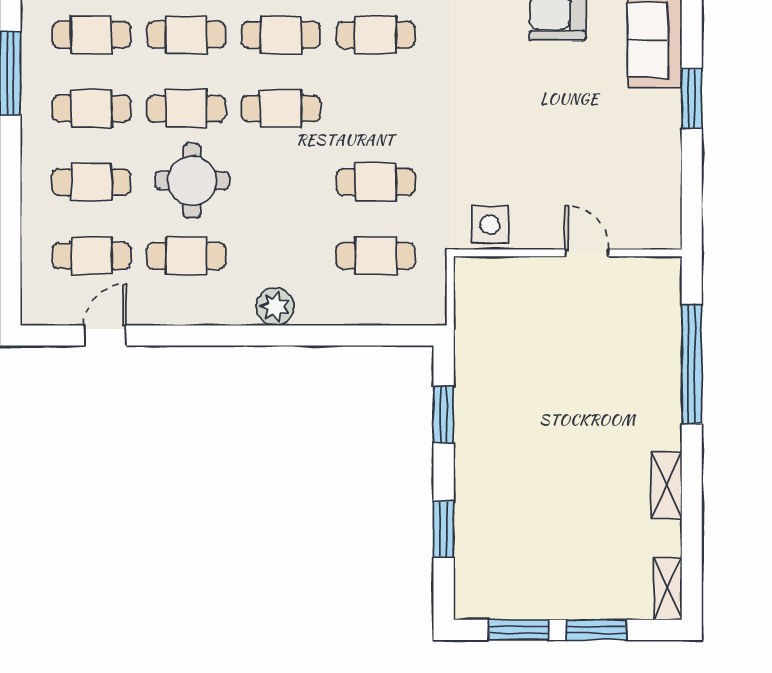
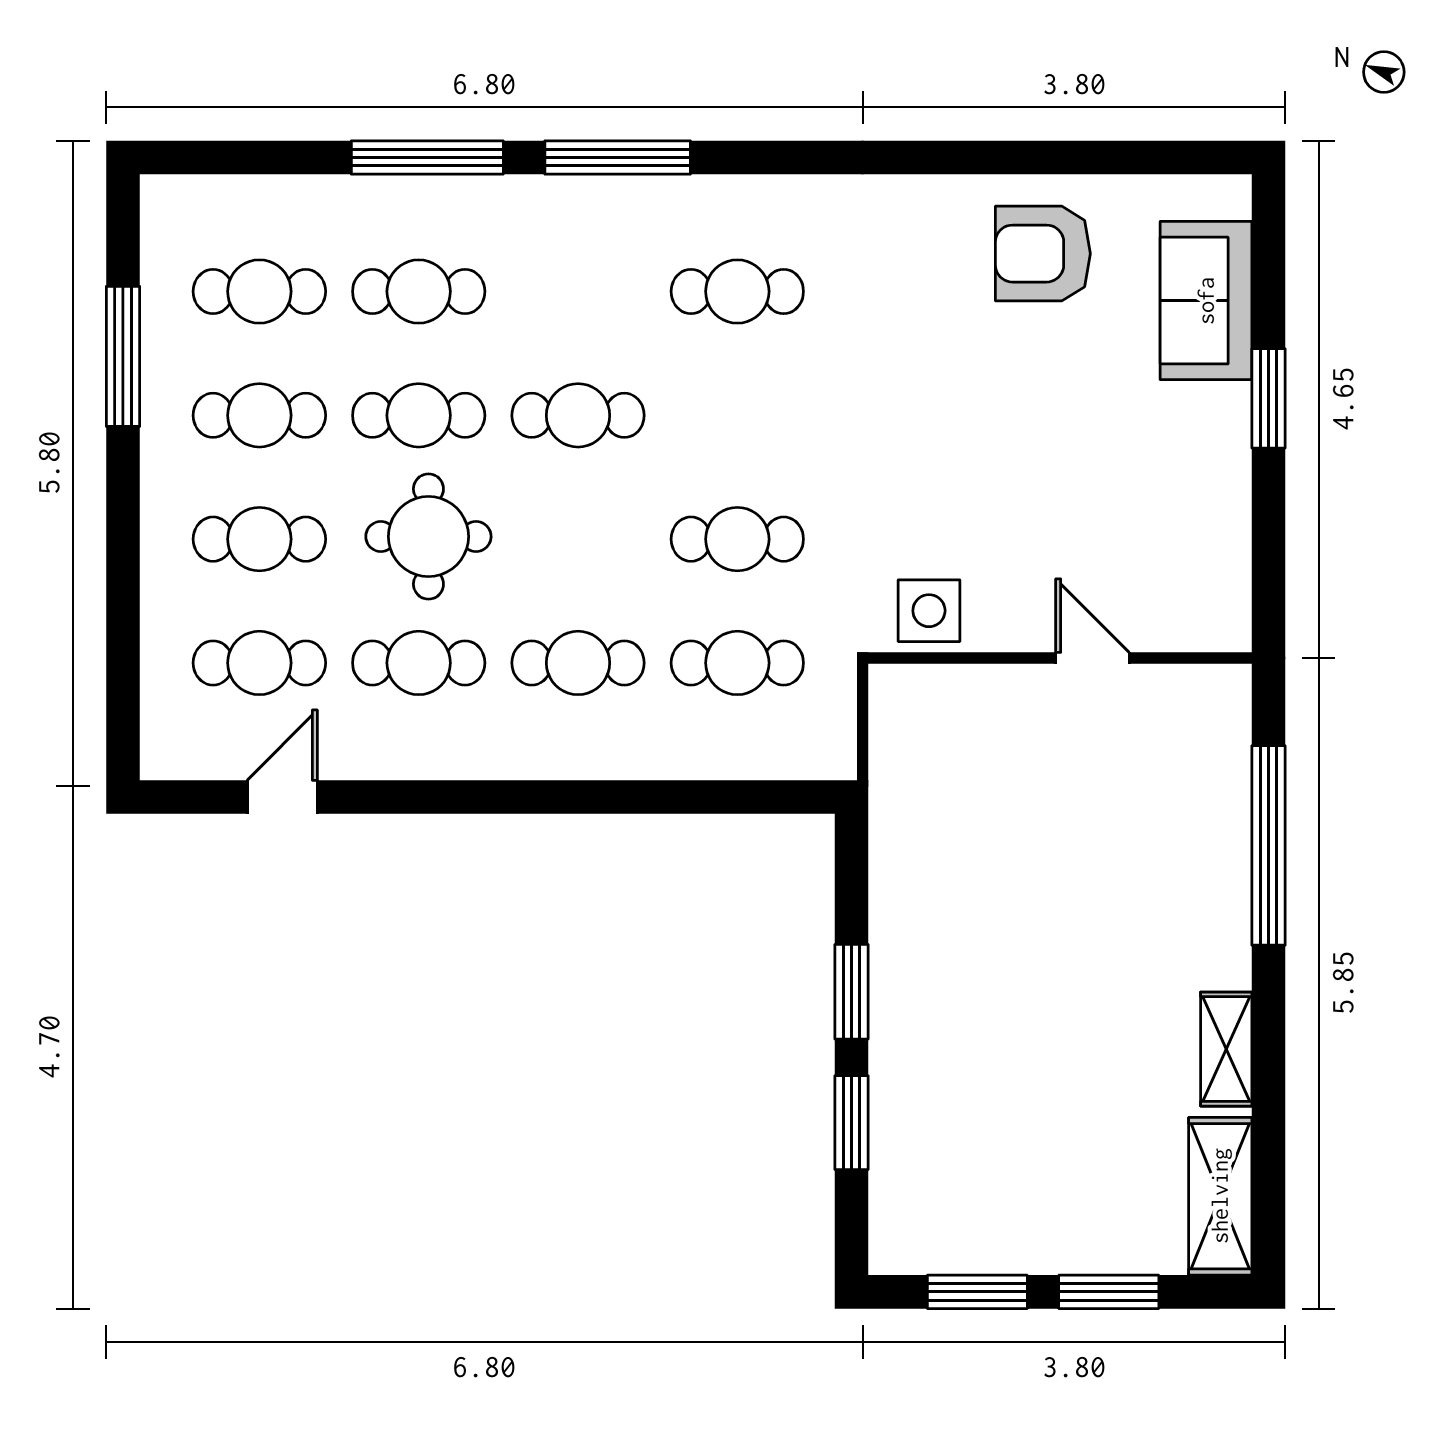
cafe table: (281, 35) -> (578, 663), moved
plant: (275, 307) -> (568, 749), removed
window: (444, 414) -> (851, 992), moved
shelving: (668, 589) -> (1220, 1196), width x1.50, depth x1.33

